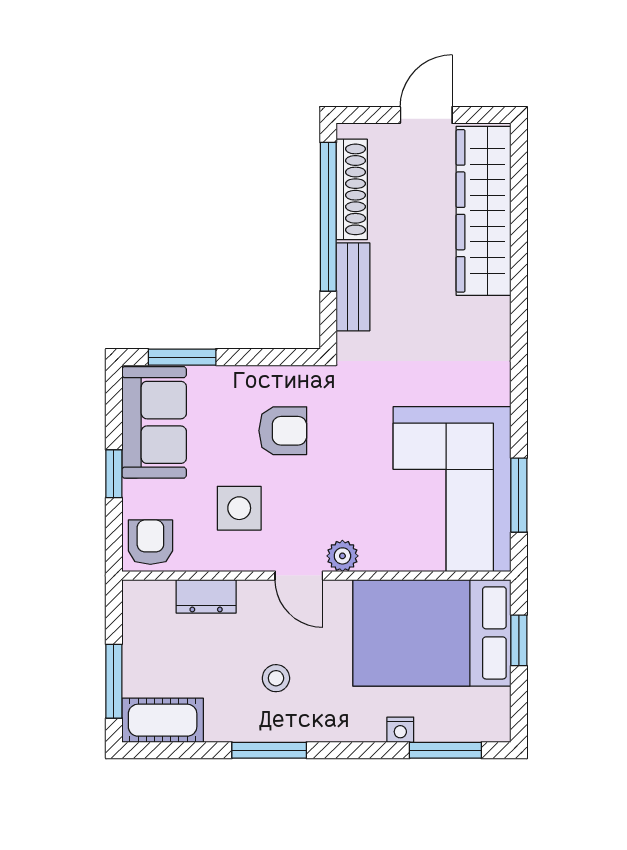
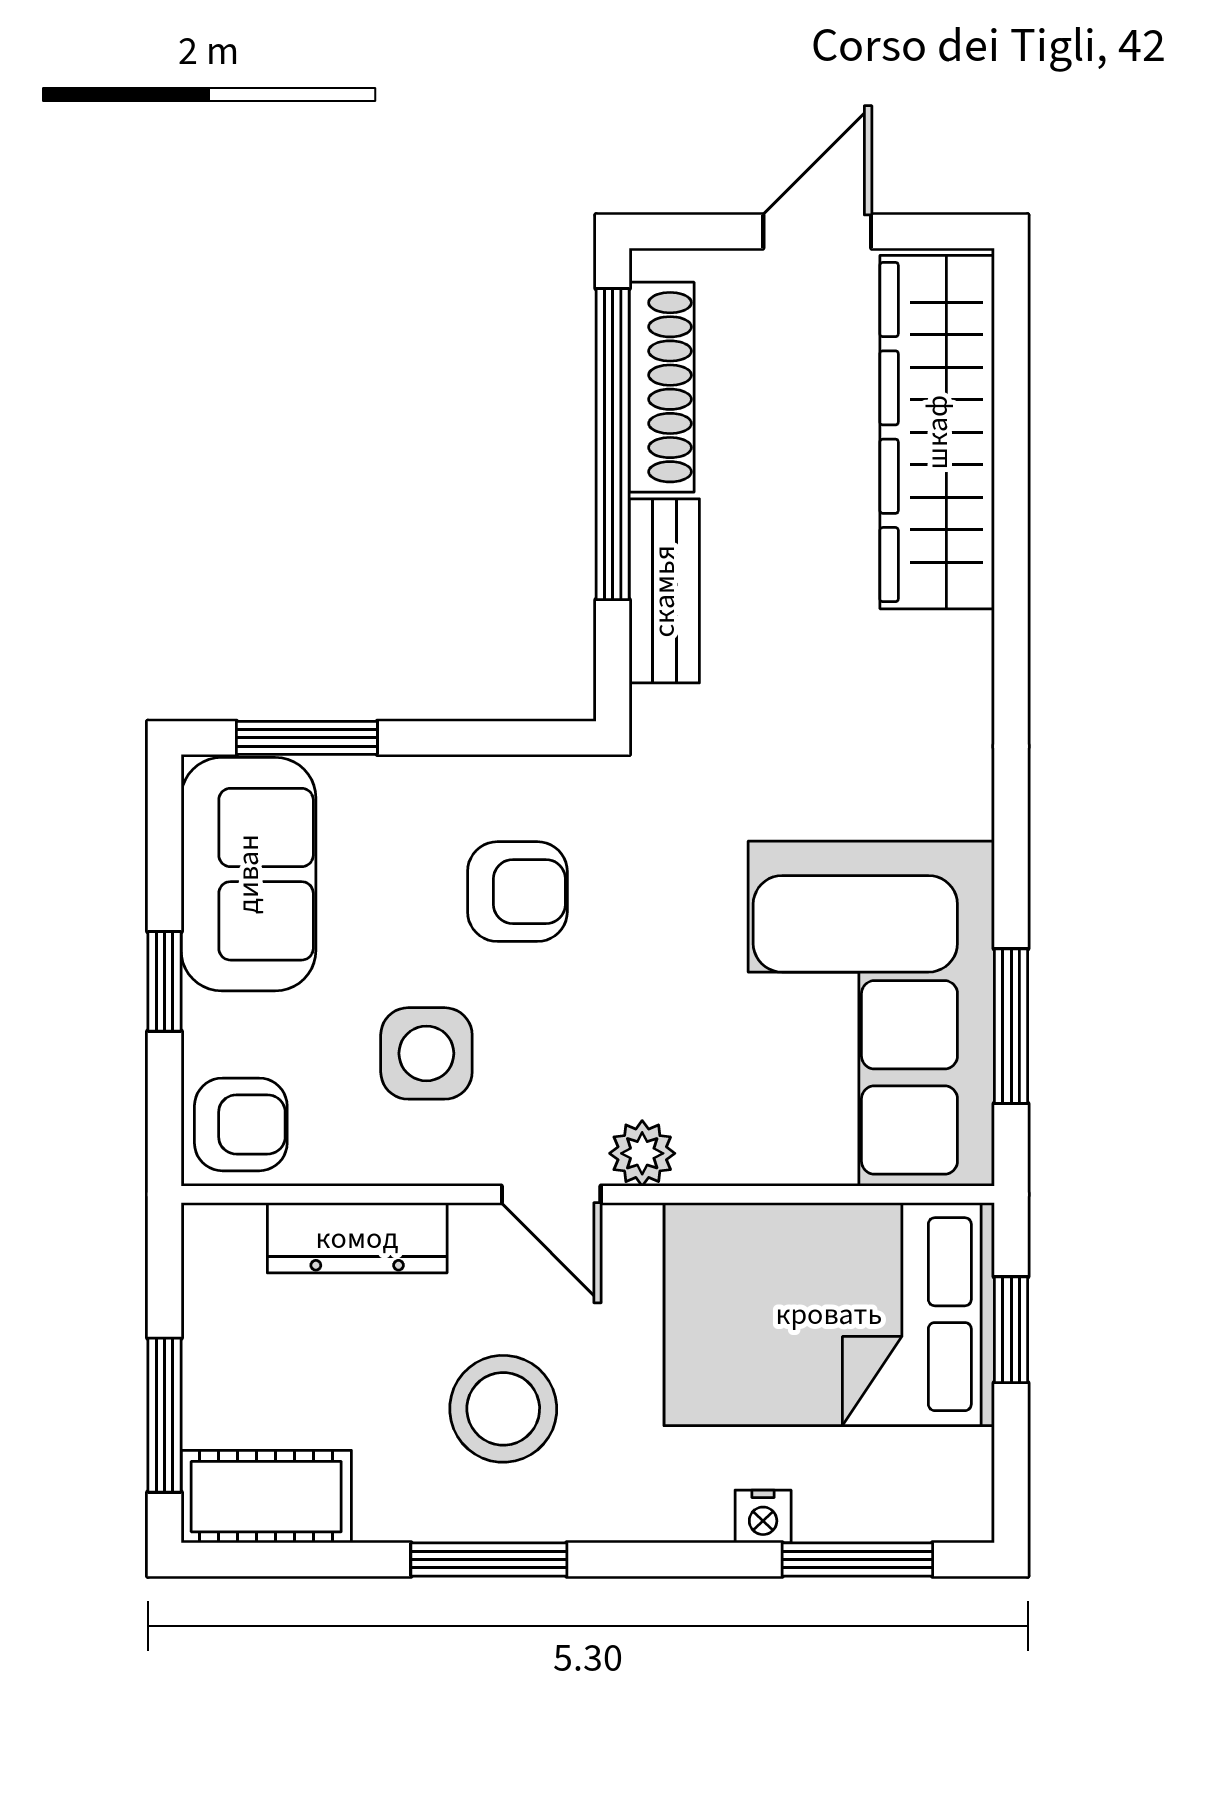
armchair: (150, 542) -> (241, 1124), turned 90
dresser: (206, 596) -> (357, 1238), width x1.44
stool: (276, 678) -> (503, 1409), width x1.89, depth x1.89

